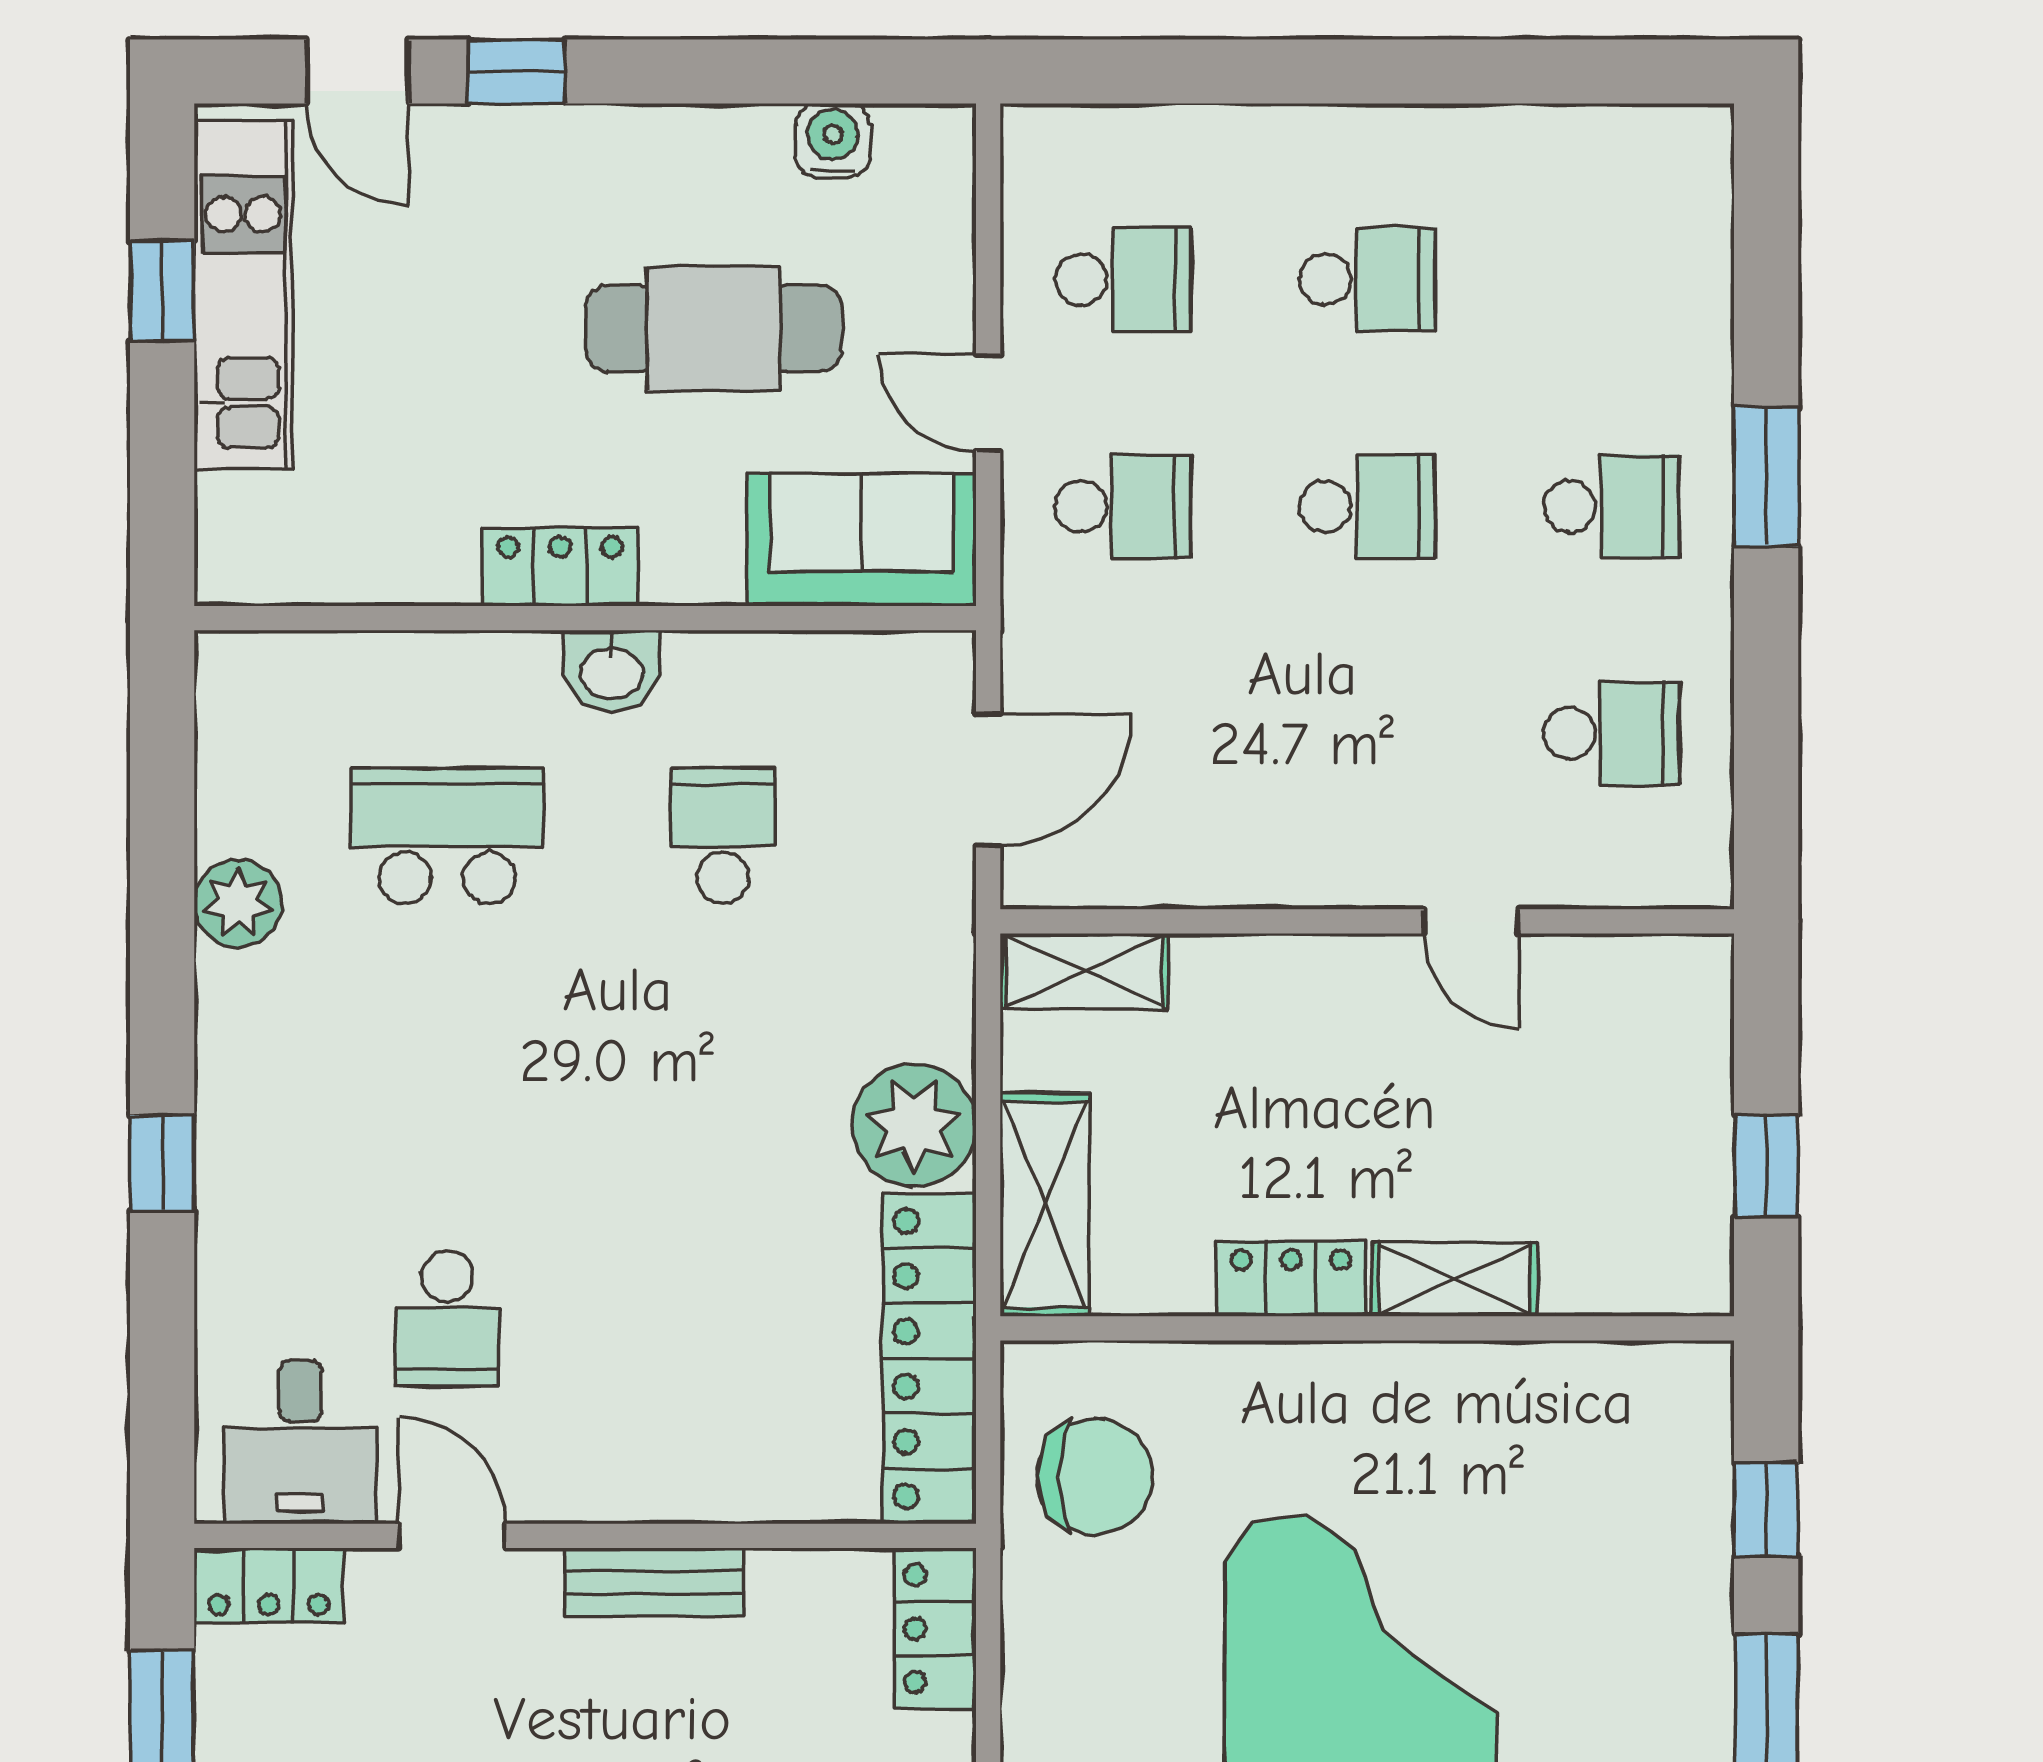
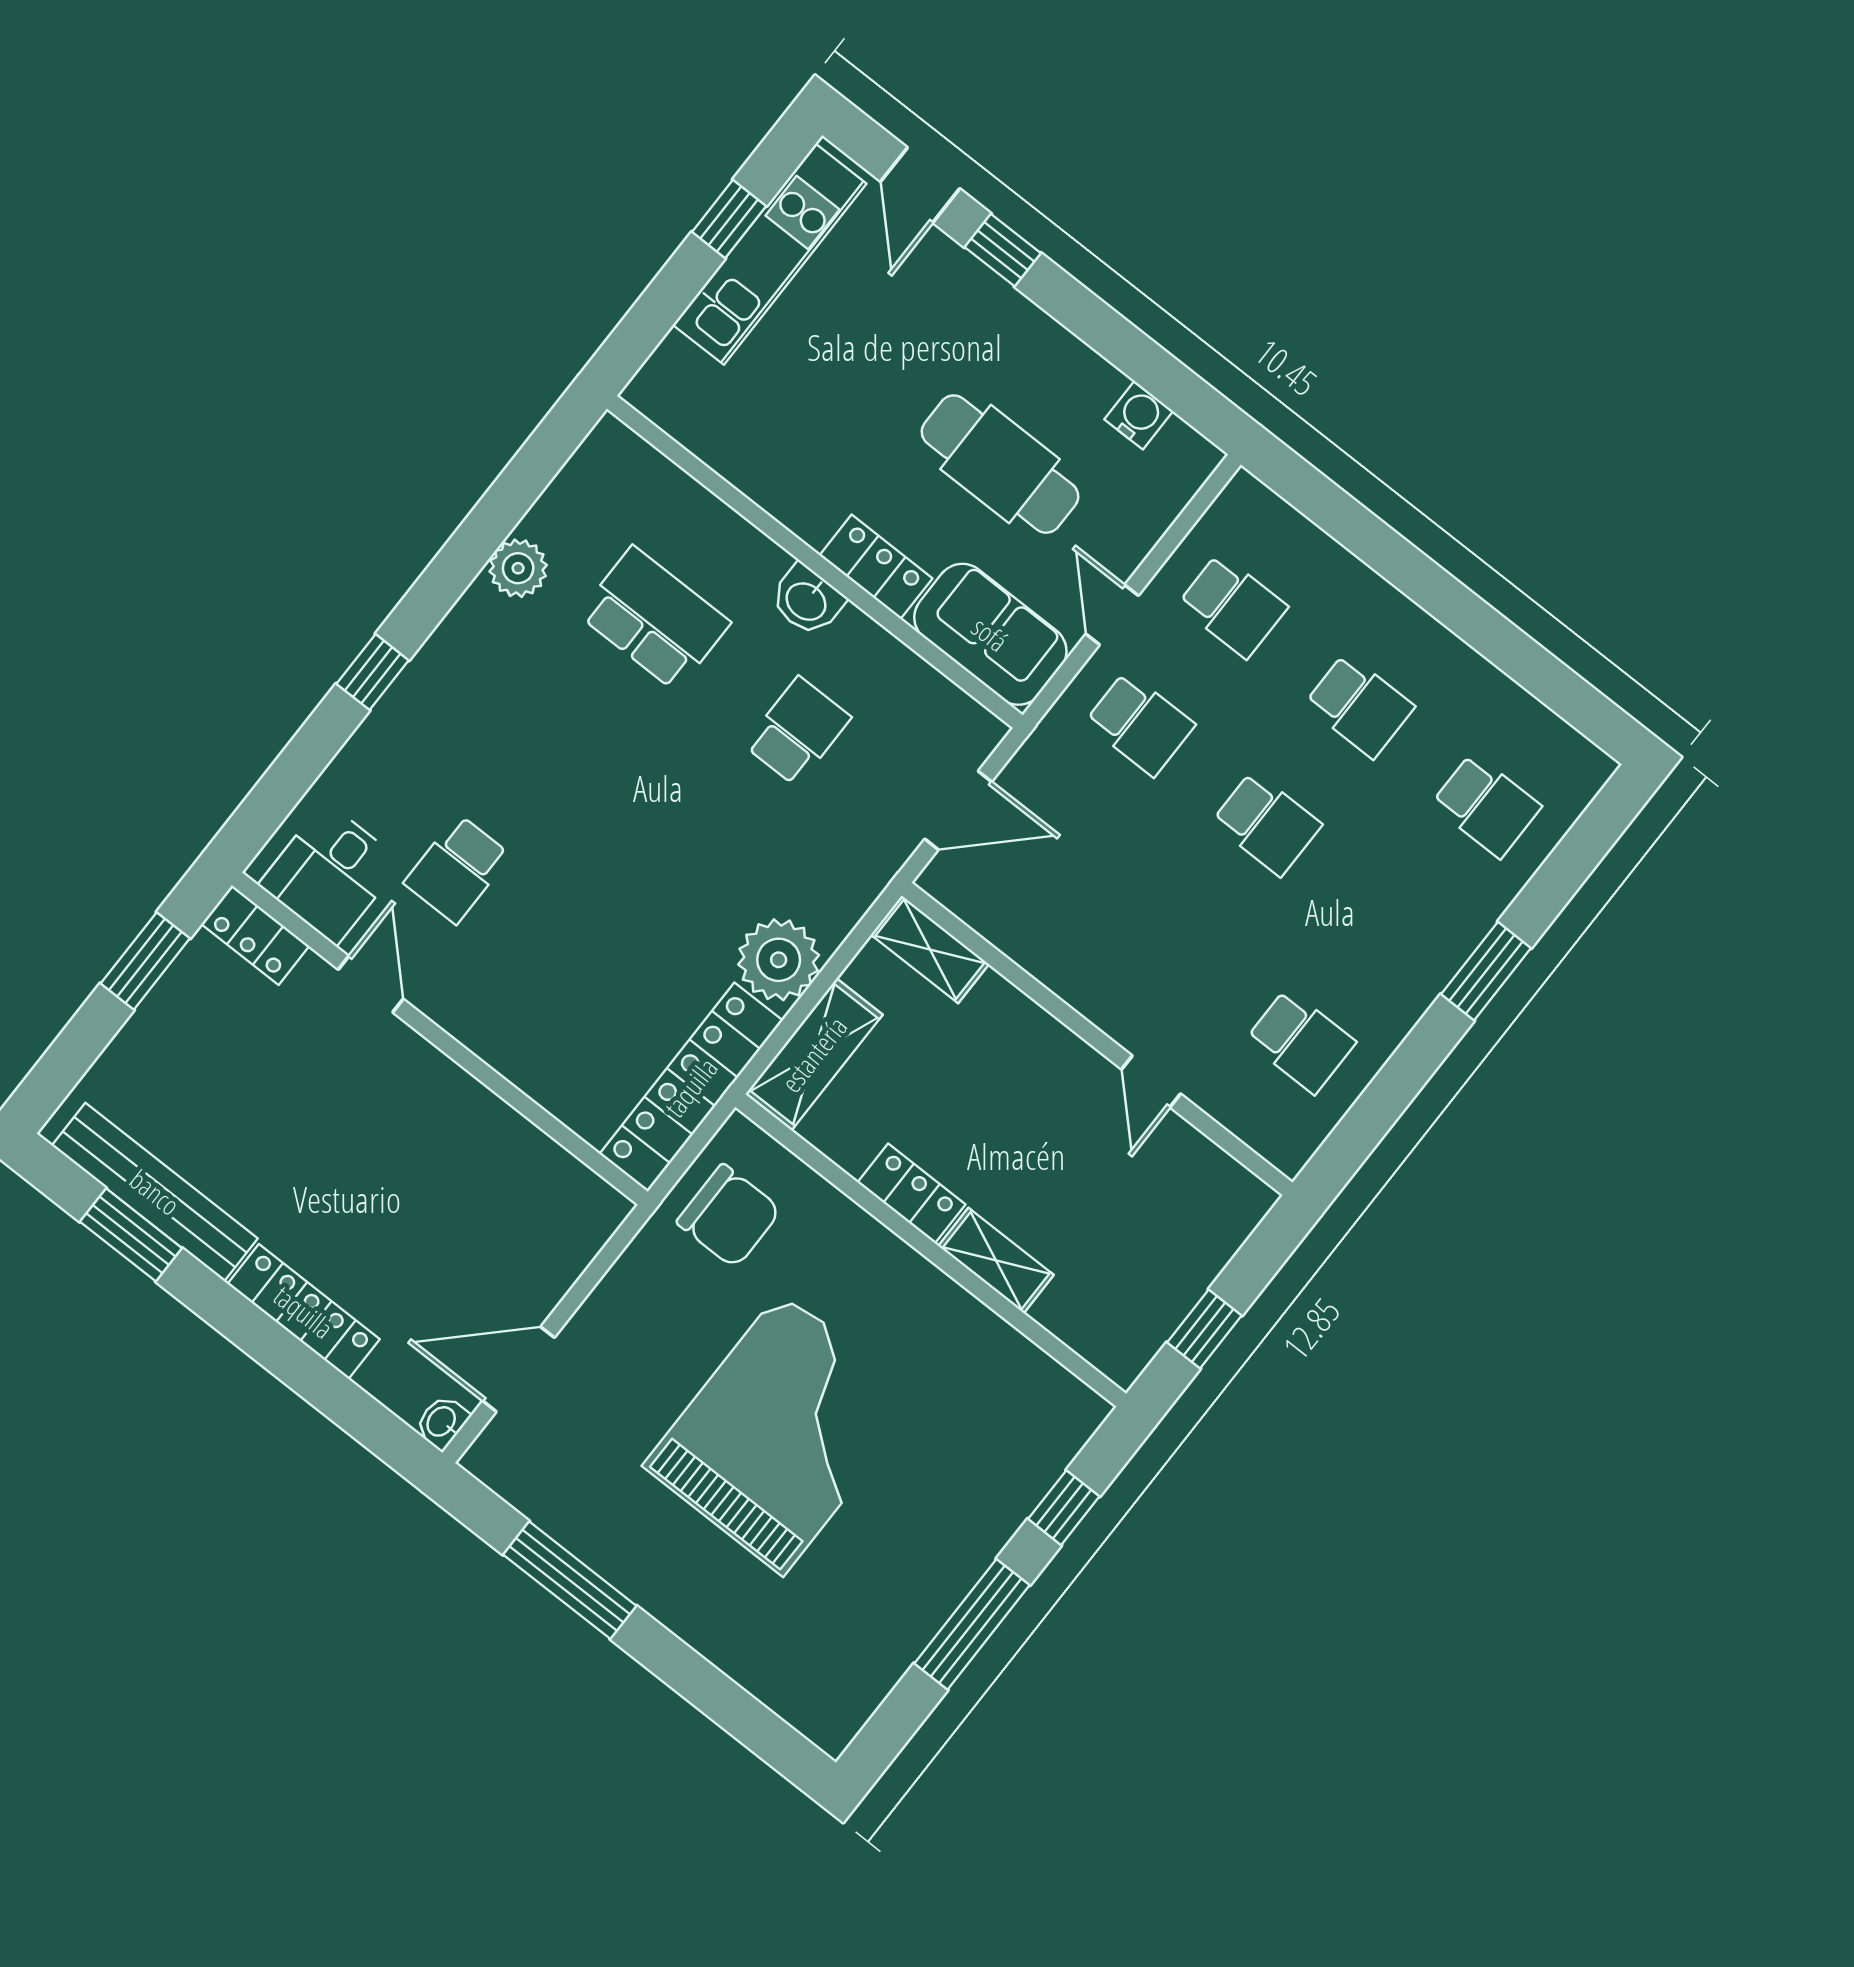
school desk: (1611, 506) -> (1486, 805), moved
locker: (560, 567) -> (876, 567), moved
bench: (654, 1582) -> (457, 1091), removed
locker: (935, 1628) -> (584, 1230), removed

